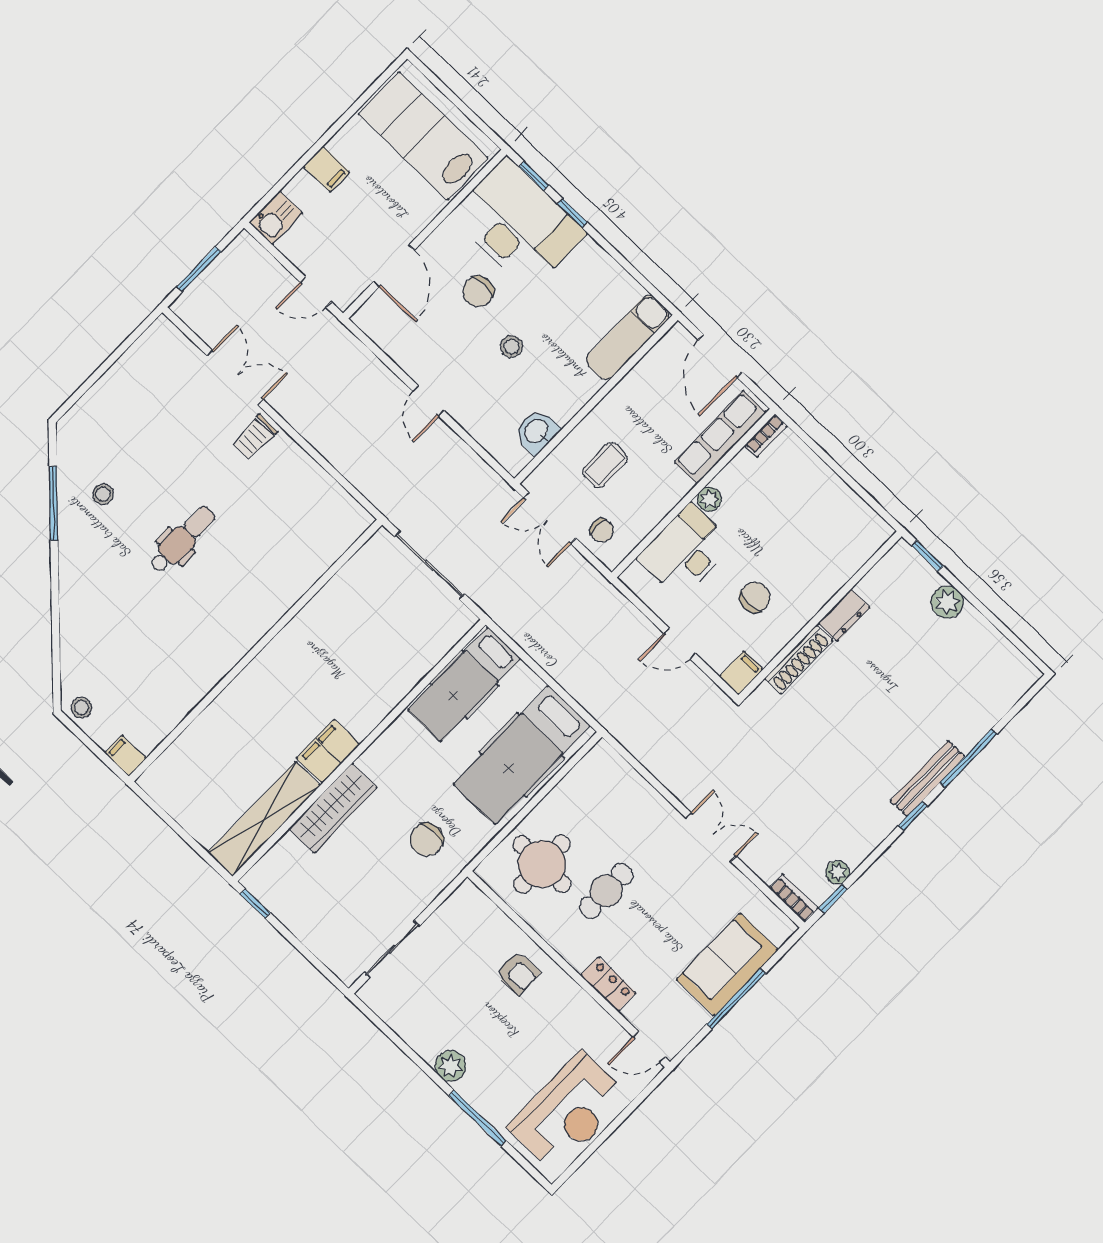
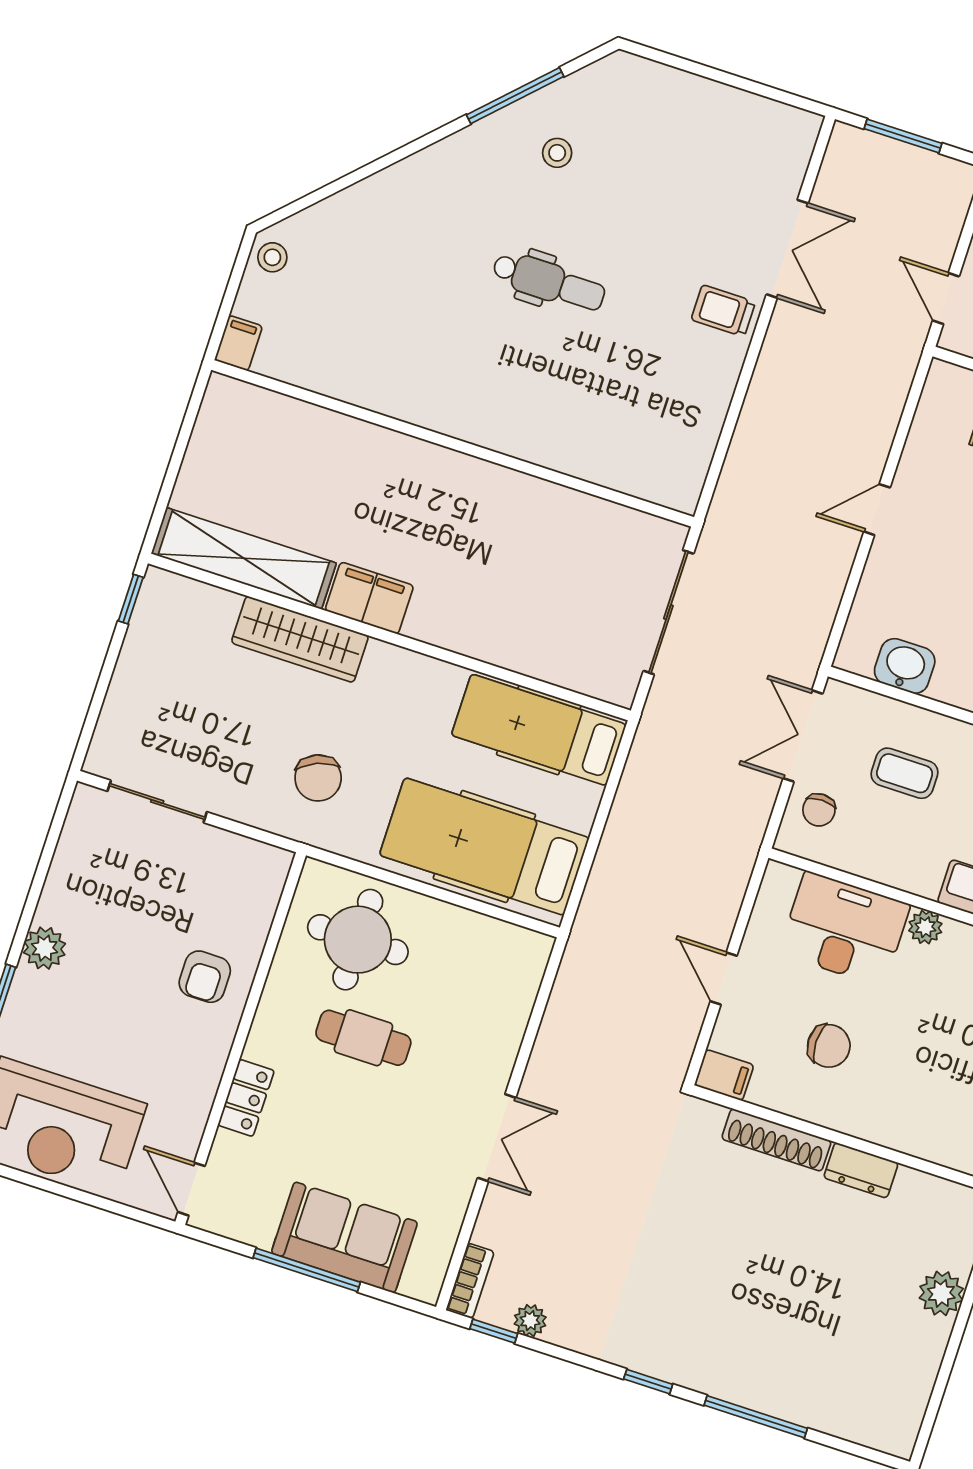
bench: (928, 779) -> (705, 1377), removed
chair: (427, 839) -> (318, 778), turned -112

